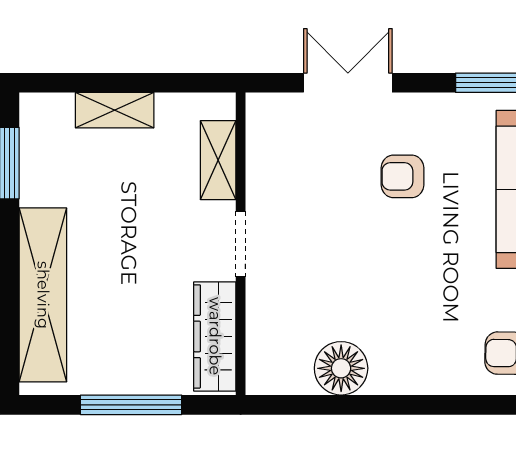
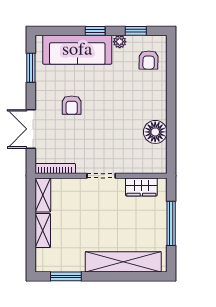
bookcase: (257, 139) -> (55, 169), added
shelving: (218, 160) -> (43, 195), moved, turned 90
wardrobe: (215, 336) -> (141, 187), width x0.67

